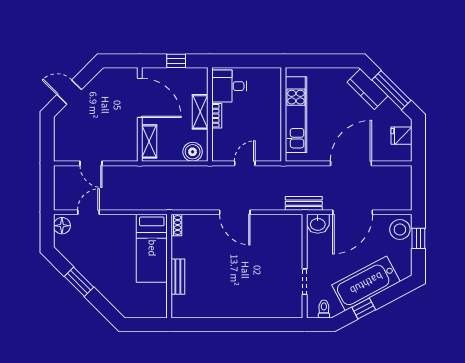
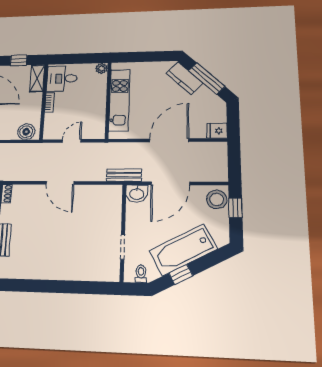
plant: (274, 74) -> (102, 68), added
shelving: (200, 112) -> (37, 78), moved
fridge: (402, 136) -> (217, 131), moved

